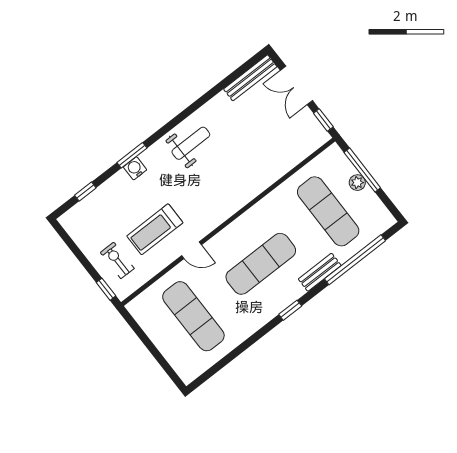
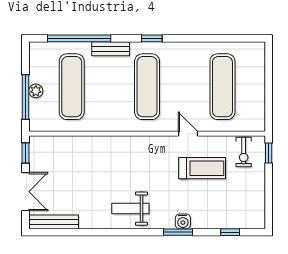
exercise bike: (117, 260) -> (244, 152), moved
exercise mat: (261, 264) -> (147, 87), turned 90

